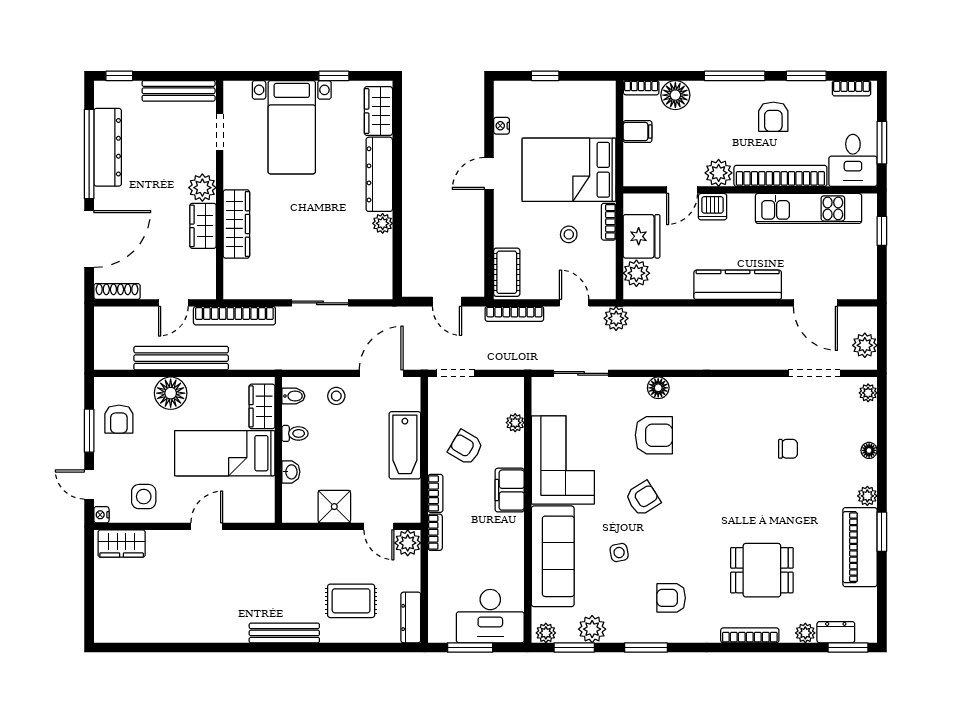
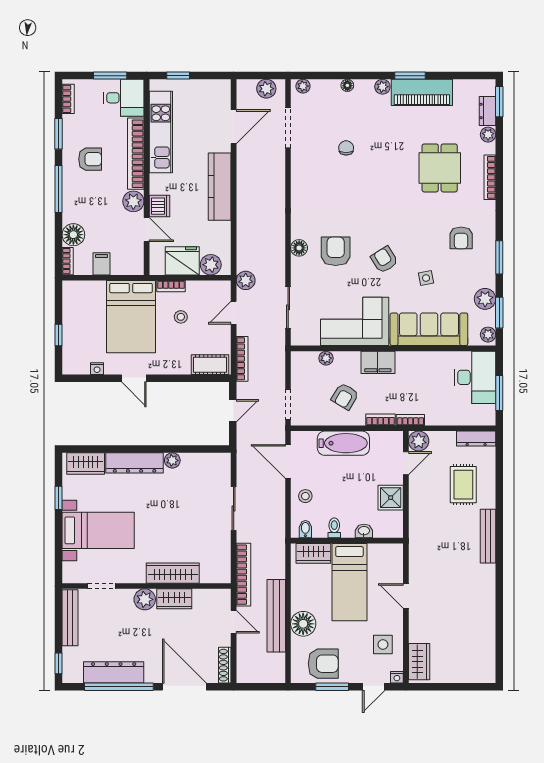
armchair: (119, 419) -> (323, 664), width x1.38, depth x1.38

